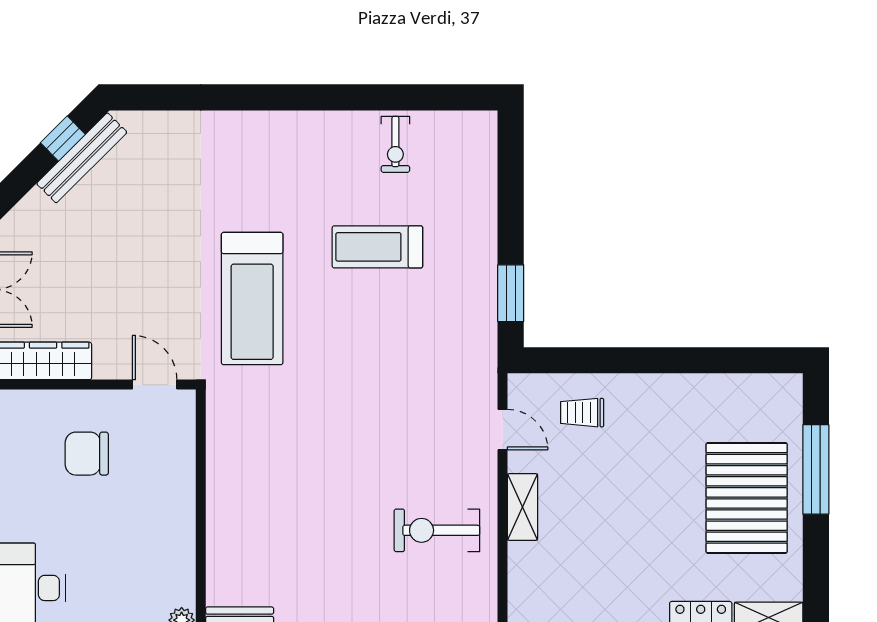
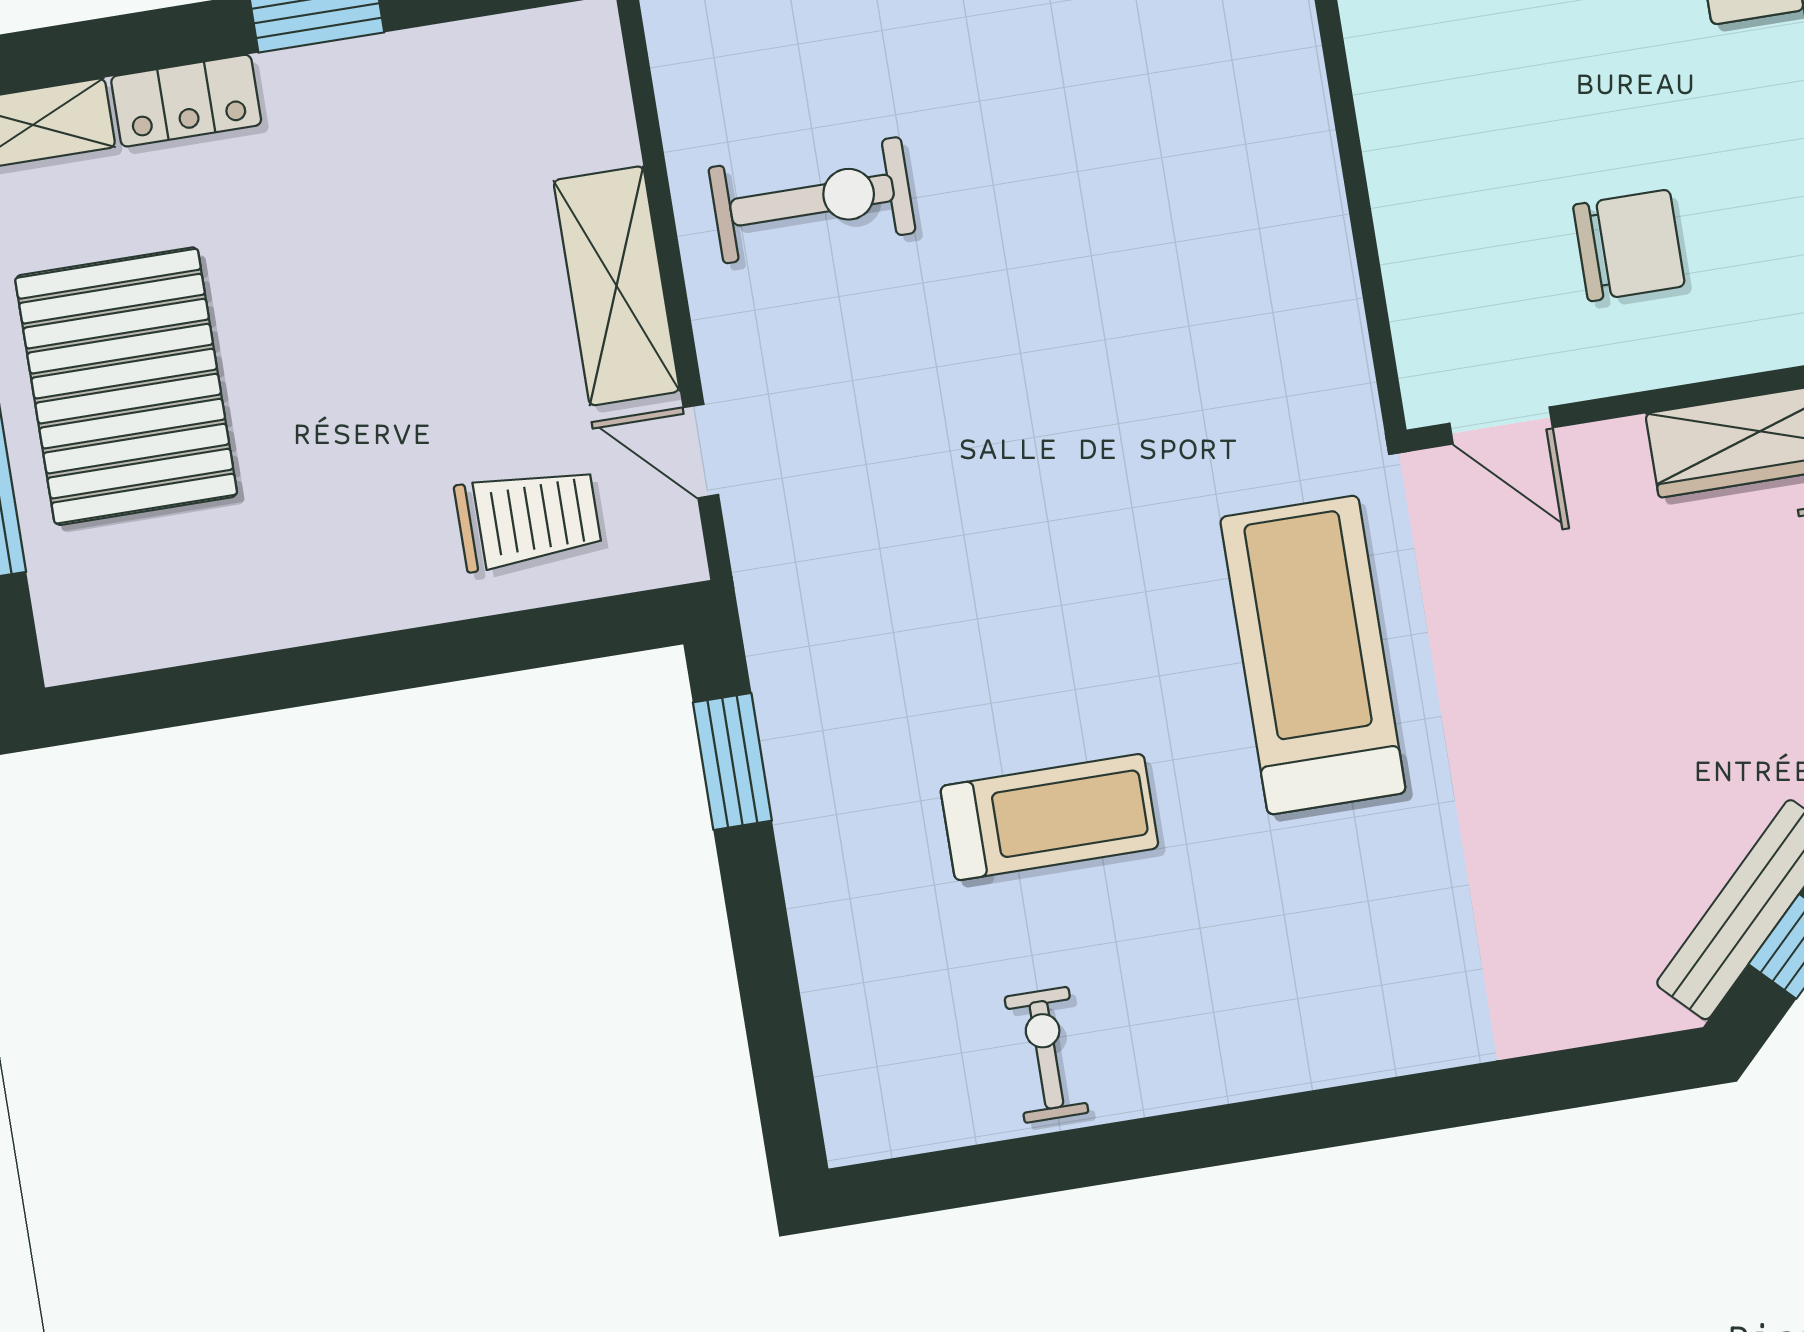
trolley: (582, 413) -> (528, 518), width x1.36, depth x1.39
shelving: (522, 507) -> (617, 286), width x1.50, depth x1.33

